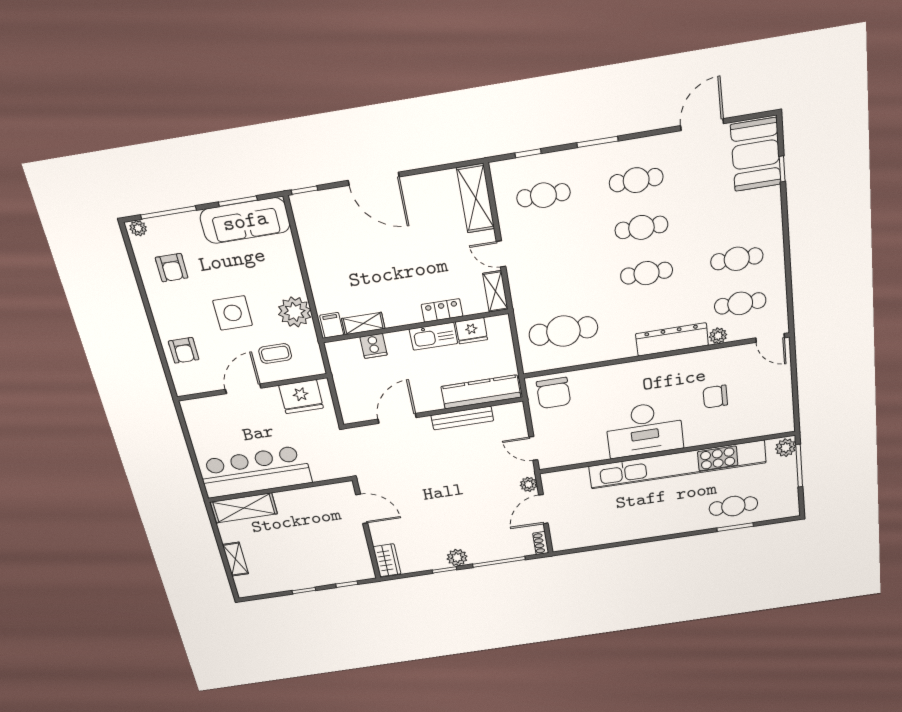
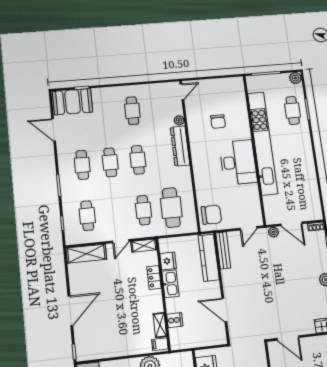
cafe table: (740, 303) -> (143, 210), moved
bench: (462, 418) -> (223, 250), moved
plant: (786, 448) -> (295, 78), moved
door: (362, 509) -> (288, 338), swing flipped

